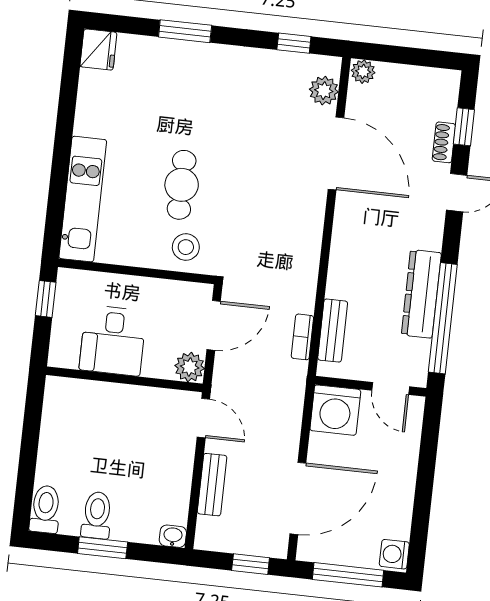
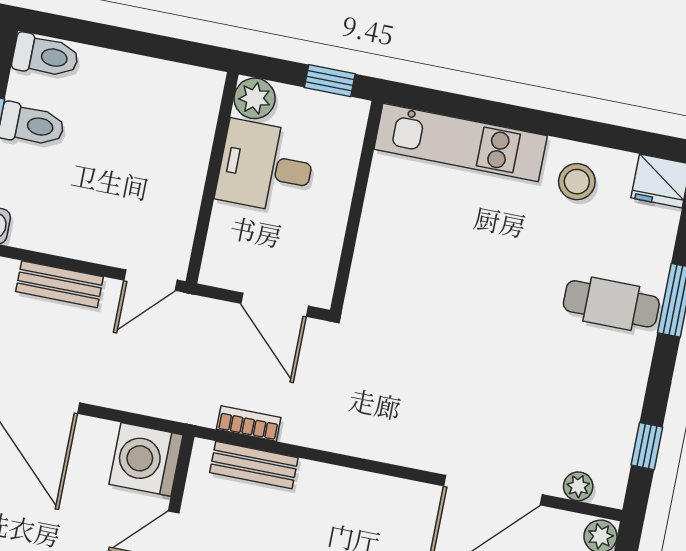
plant: (324, 91) -> (578, 486), width x0.73, depth x0.73
cafe table: (182, 185) -> (611, 304), moved
stool: (186, 247) -> (577, 182), moved
plant: (190, 367) -> (255, 98), moved

